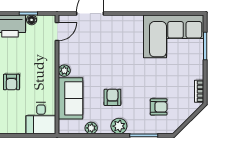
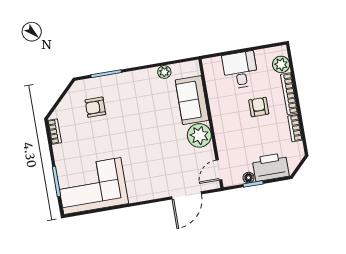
plant: (64, 71) -> (199, 135), width x1.88, depth x1.88
armchair: (112, 97) -> (147, 109), removed
desk: (41, 118) -> (240, 70), moved
plant: (119, 126) -> (135, 79), removed

